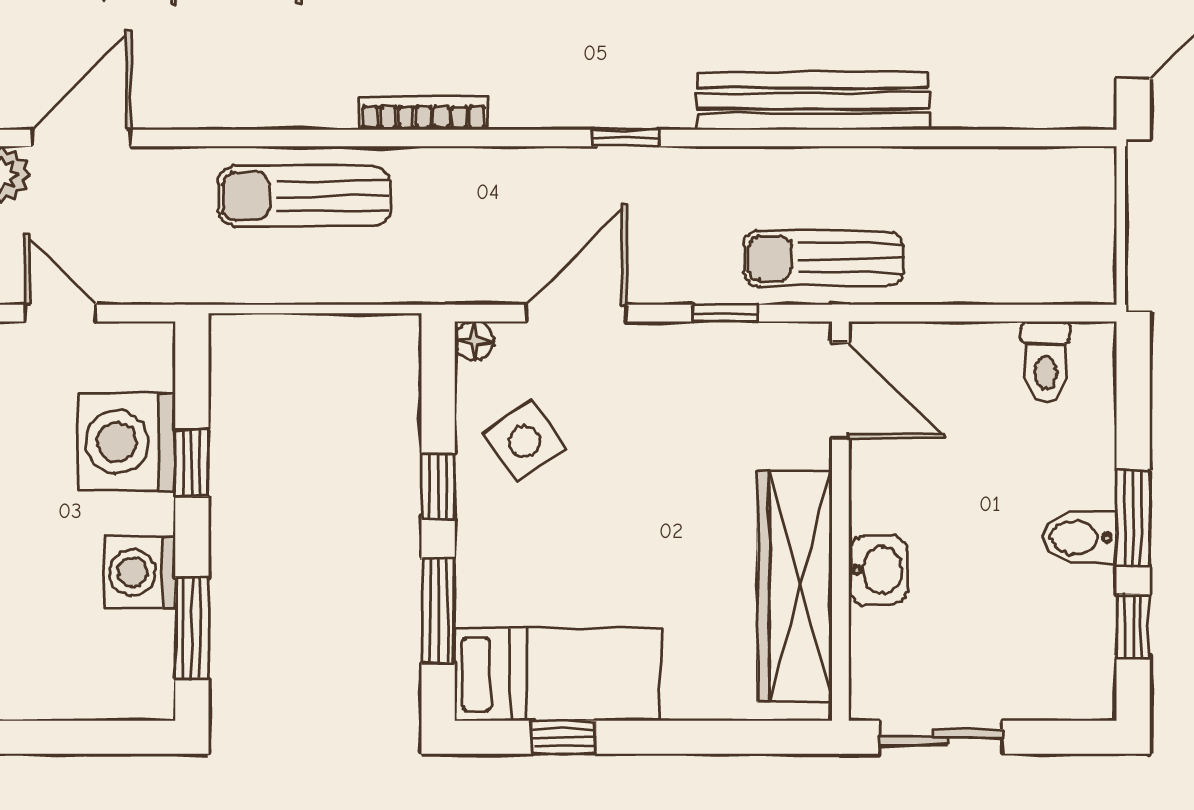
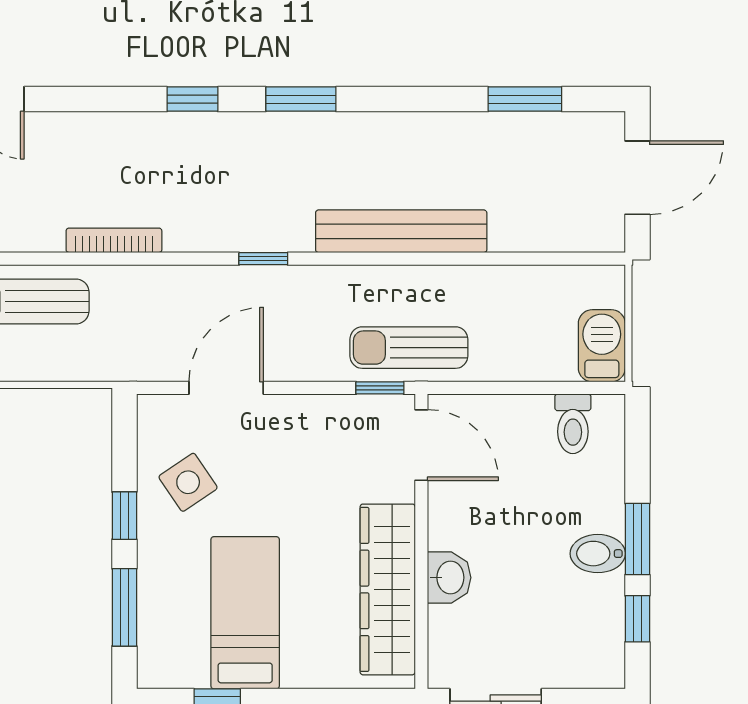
barbecue: (1085, 256) -> (602, 346), added
window: (725, 313) -> (380, 388), moved
floor lamp: (474, 341) -> (151, 408), removed
bed: (558, 674) -> (245, 613), moved, turned -90

